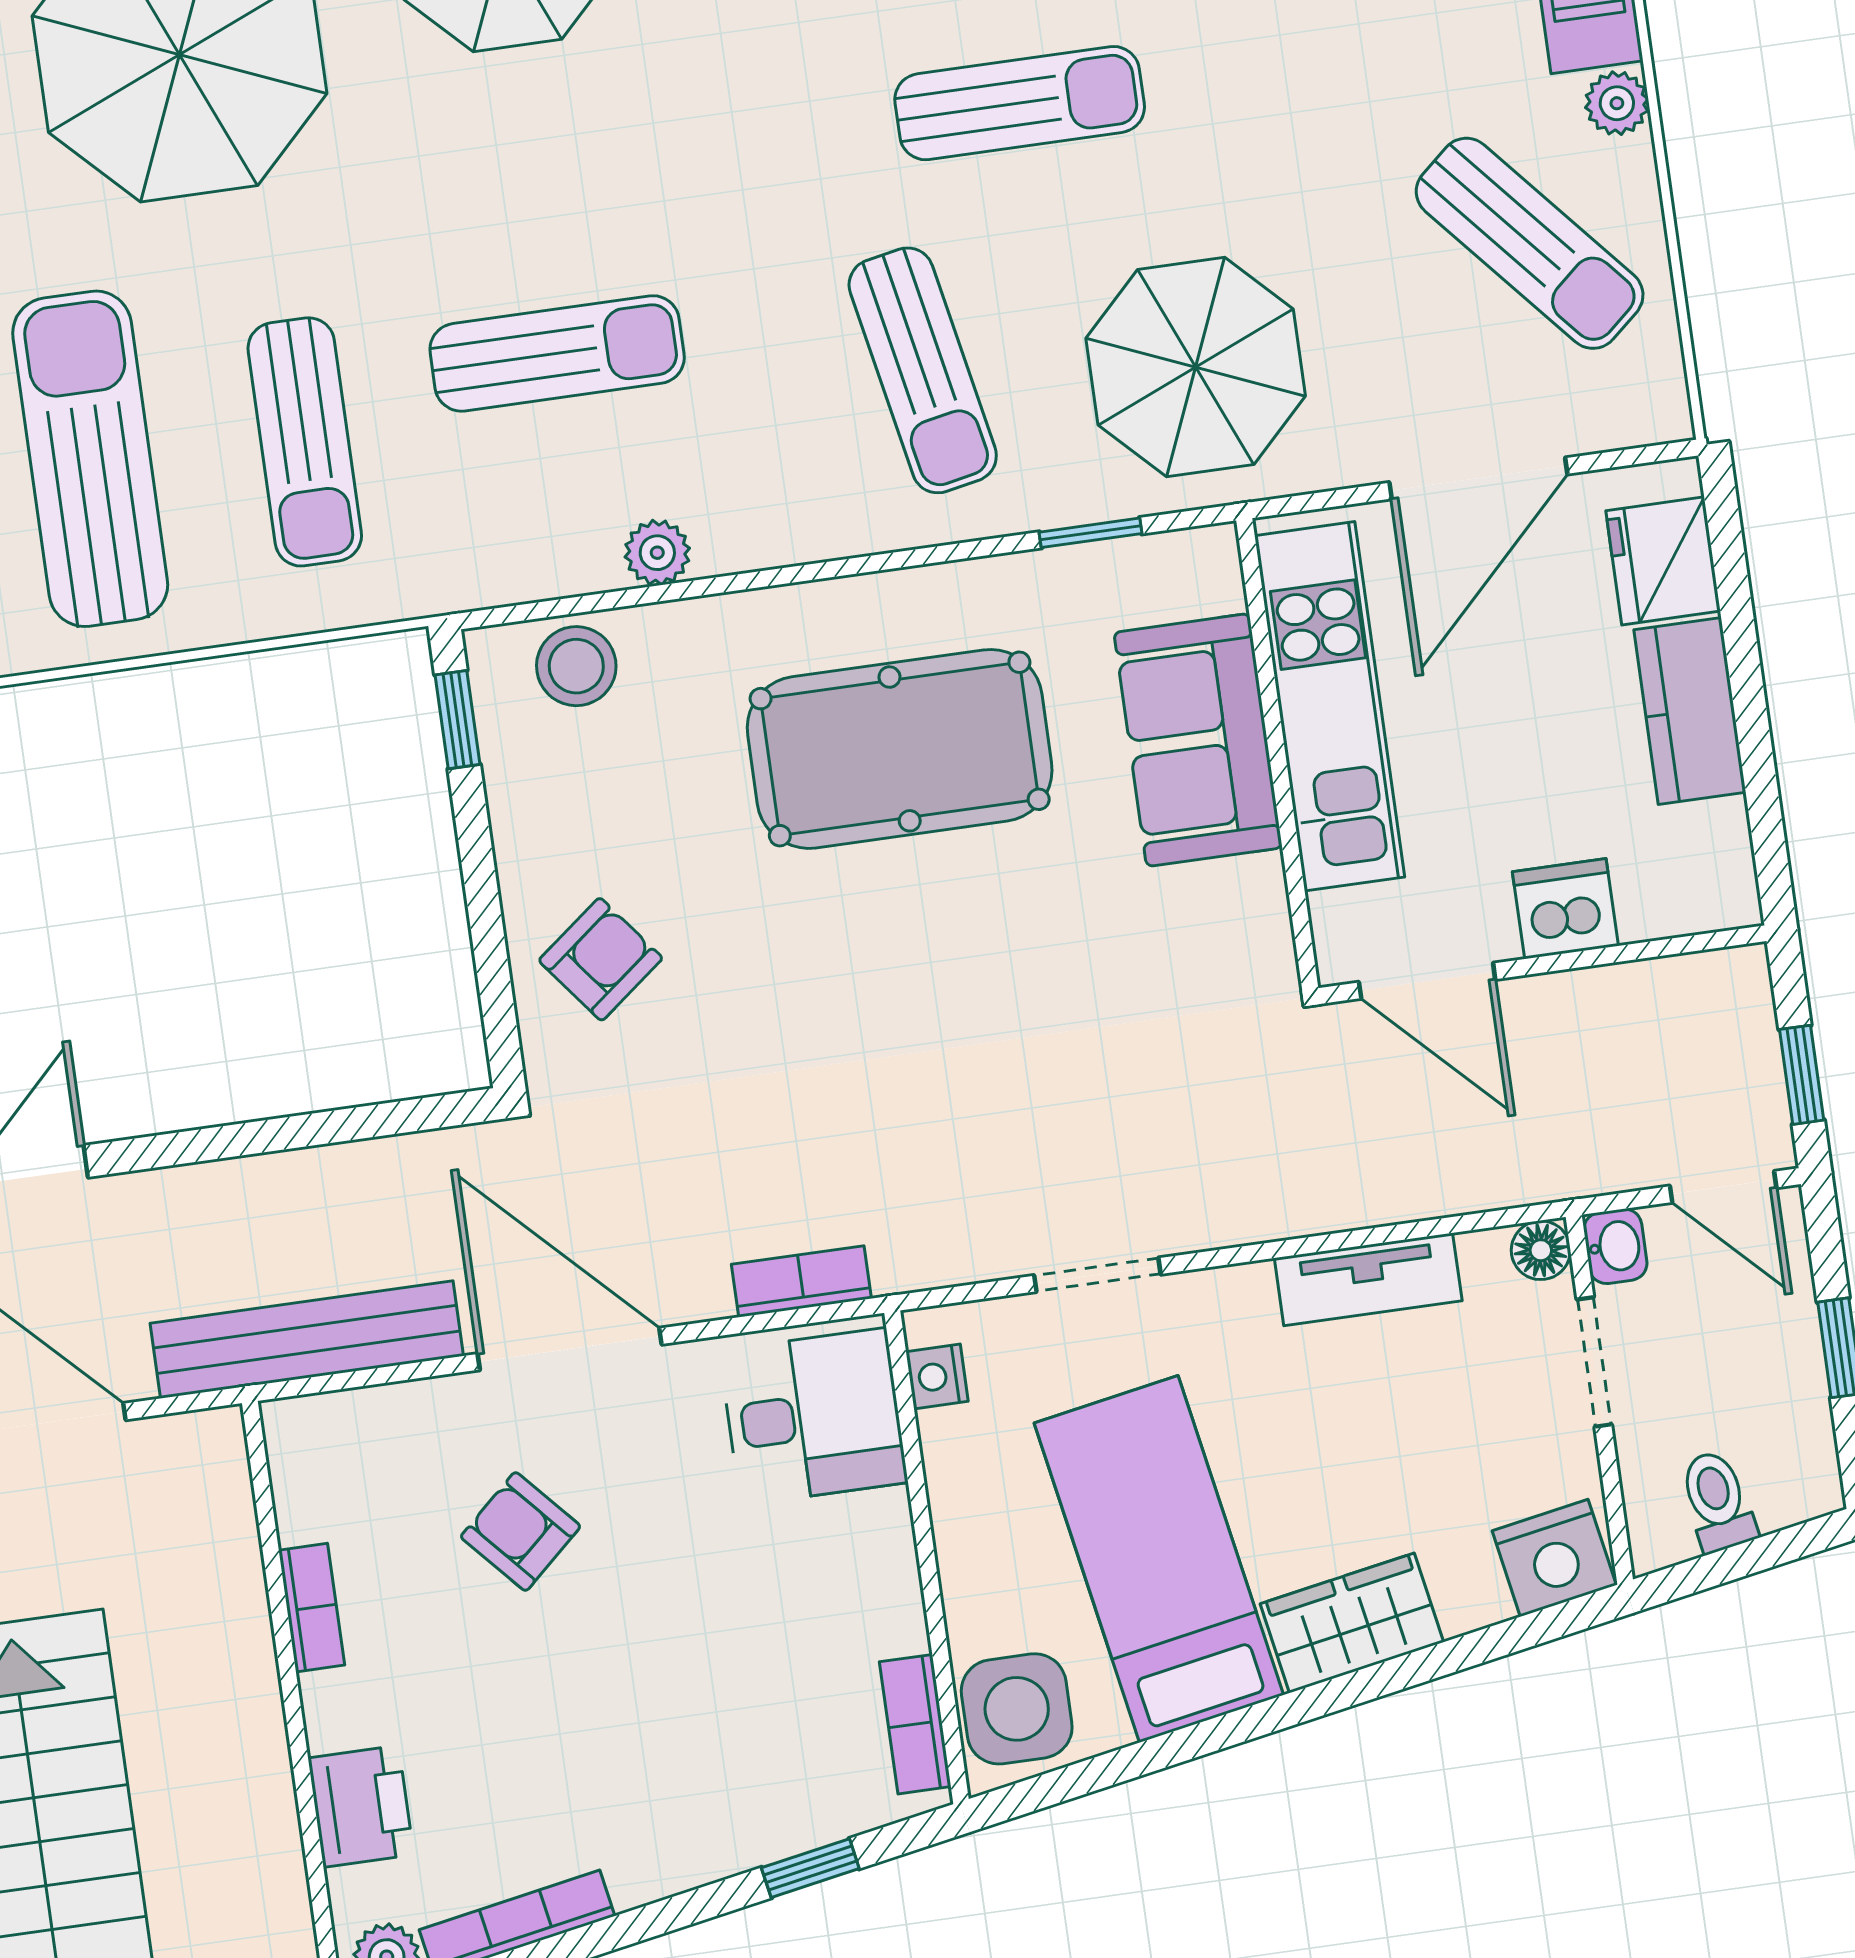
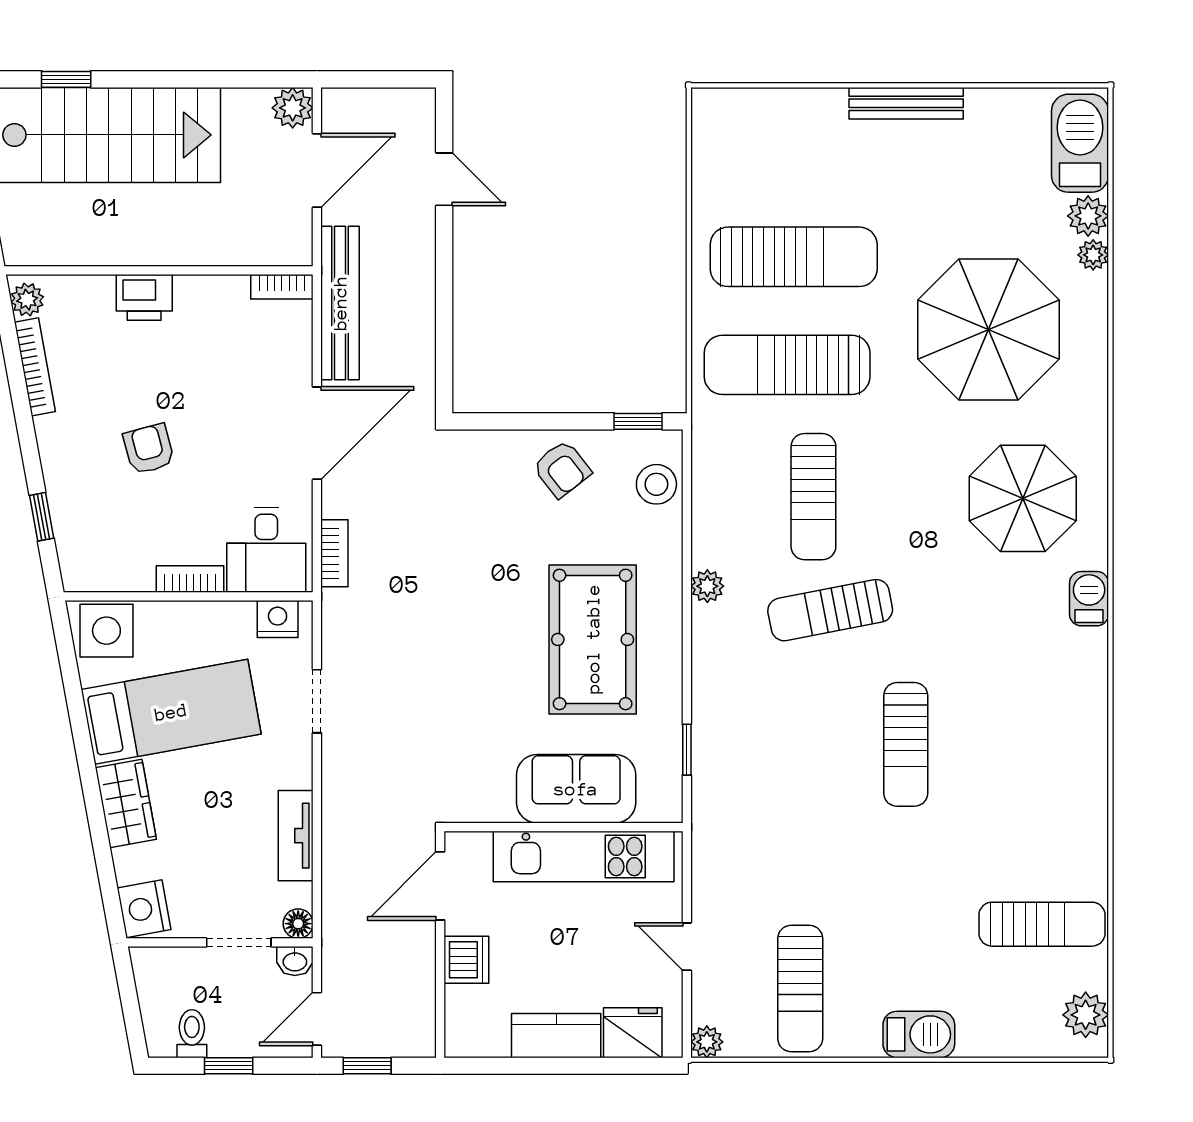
plant: (1617, 103) -> (707, 1042), moved
sun lounger: (1530, 243) -> (800, 988), turned -49
parasol: (1196, 367) -> (762, 814), removed
sun lounger: (923, 370) -> (830, 610), moved
sun lounger: (305, 442) -> (787, 365), width x1.36, depth x1.34
door: (1478, 478) -> (687, 947), width x0.53
plant: (657, 553) -> (707, 586), moved
armchair: (601, 959) -> (562, 469), moved
nightstand: (937, 1376) -> (278, 619), width x1.39, depth x1.35
toilet: (1717, 1501) -> (192, 1034), moved, turned -80
armchair: (521, 1532) -> (149, 449), moved, turned -63
bookcase: (312, 1608) -> (282, 287), moved
bookcase: (915, 1724) -> (190, 579), moved
printer: (361, 1806) -> (144, 297), moved

